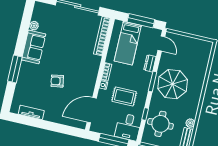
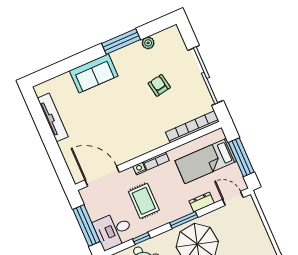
door: (161, 44) -> (233, 198), swing flipped
sofa: (34, 47) -> (94, 73), moved
window: (15, 69) -> (121, 41), moved
armchair: (57, 81) -> (159, 85), moved
tv unit: (31, 112) -> (53, 117), width x1.41

